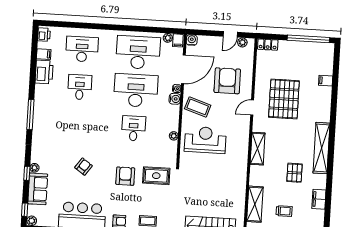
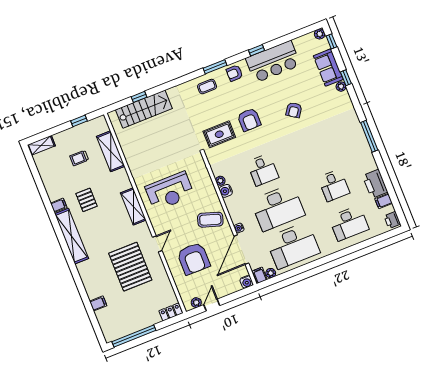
water cooler: (175, 99) -> (226, 191), moved
reception desk: (205, 140) -> (170, 191), moved
filing cabinet: (319, 199) -> (59, 205), moved, width x0.50

